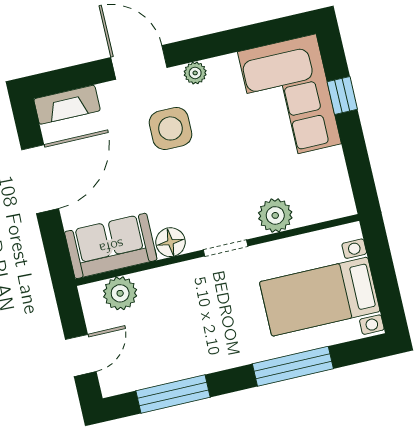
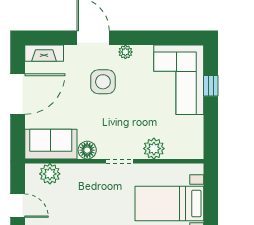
door: (81, 355) -> (18, 206), hinge flipped

